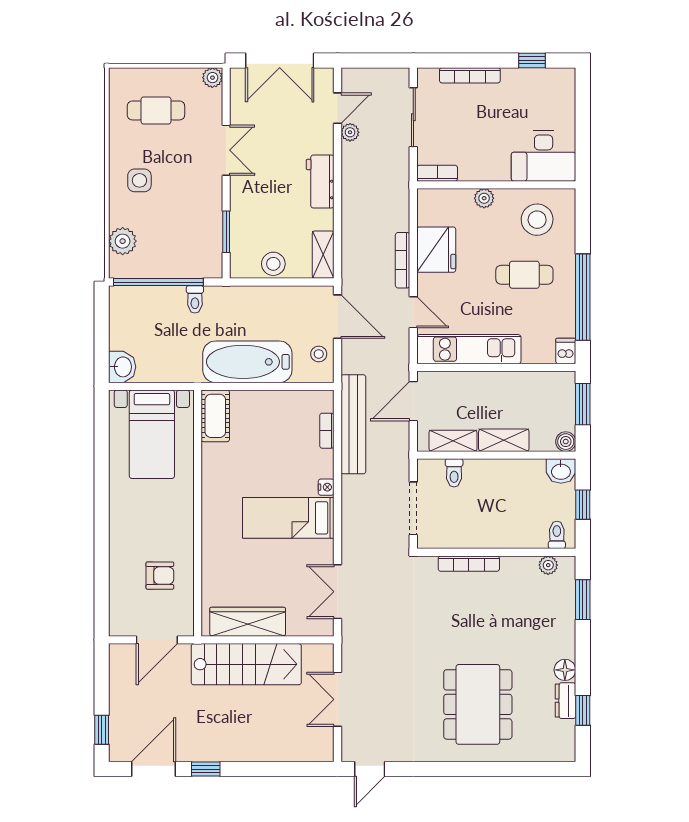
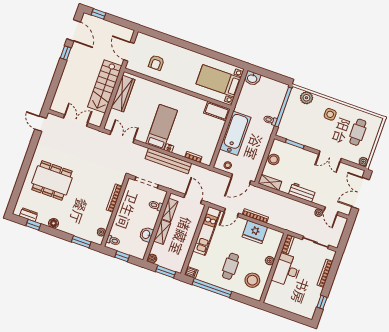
desk: (544, 156) -> (287, 270), moved
bench: (353, 424) -> (168, 161), moved
washbasin: (561, 471) -> (146, 234), moved
dresser: (565, 701) -> (29, 215), moved

